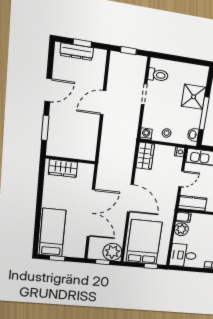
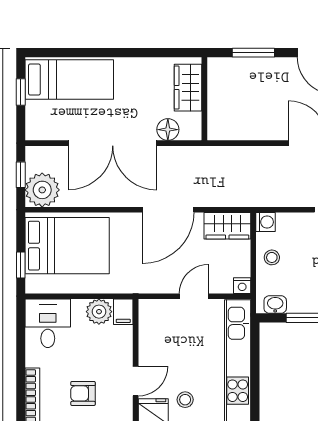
door: (181, 179) -> (194, 296), swing flipped
floor lamp: (86, 182) -> (168, 130), added
door: (130, 198) -> (168, 210), moved
kitchen counter: (192, 203) -> (151, 324), removed

